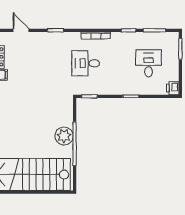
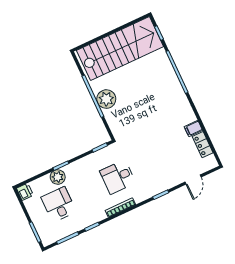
door: (21, 30) -> (193, 180), hinge flipped
desk: (86, 63) -> (118, 177), turned 180
desk: (149, 63) -> (59, 204), turned 180
plant: (138, 88) -> (58, 177), added

